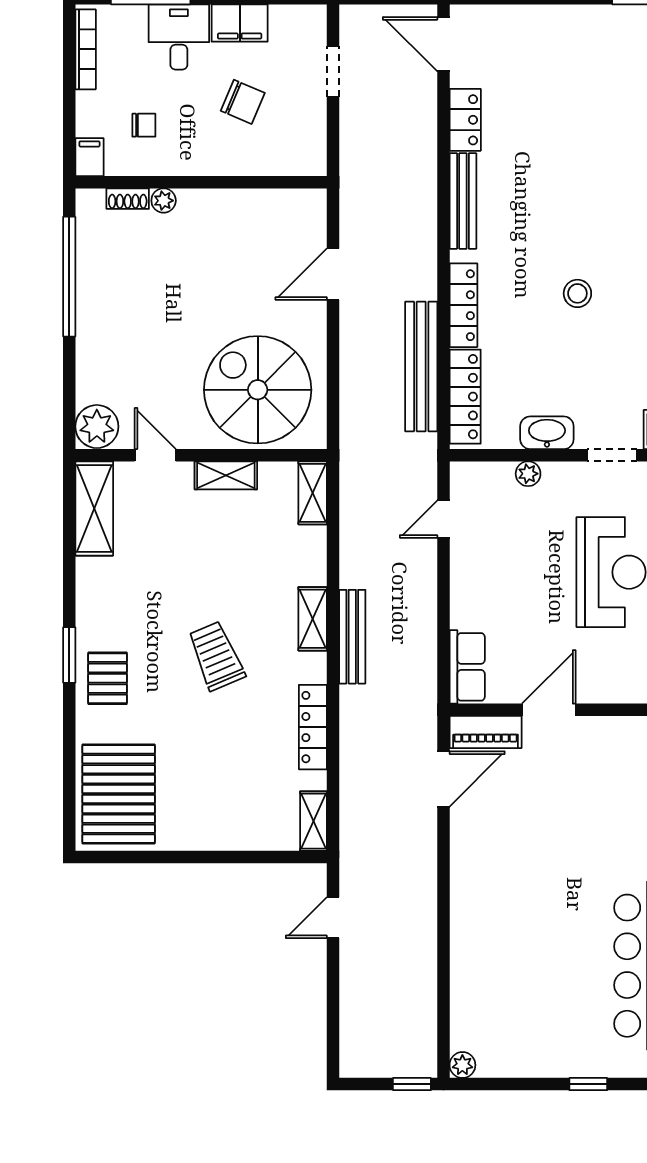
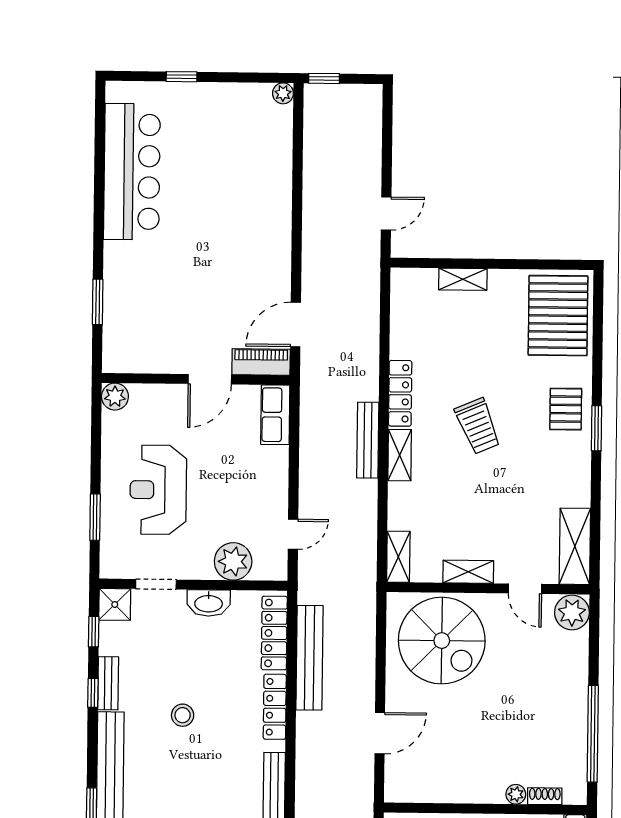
plant: (528, 474) -> (233, 561), width x1.87, depth x1.87
locker: (313, 727) -> (400, 393), moved
shelving: (313, 821) -> (463, 279), moved, turned 90

